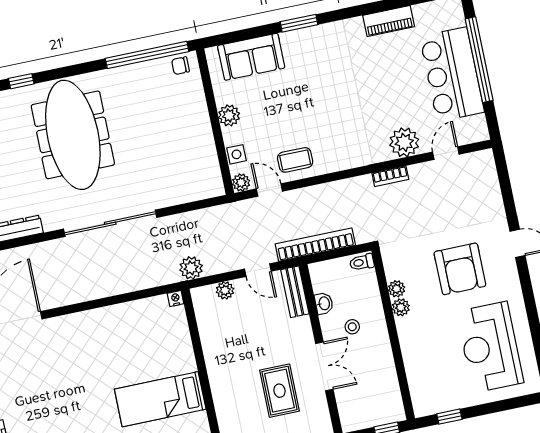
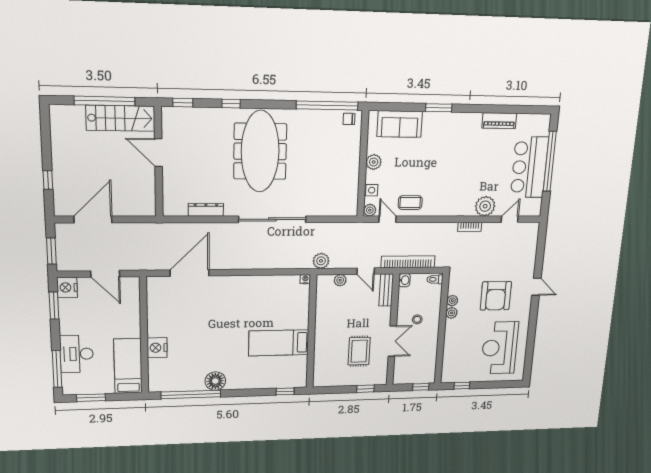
washbasin: (324, 303) -> (404, 280), moved

